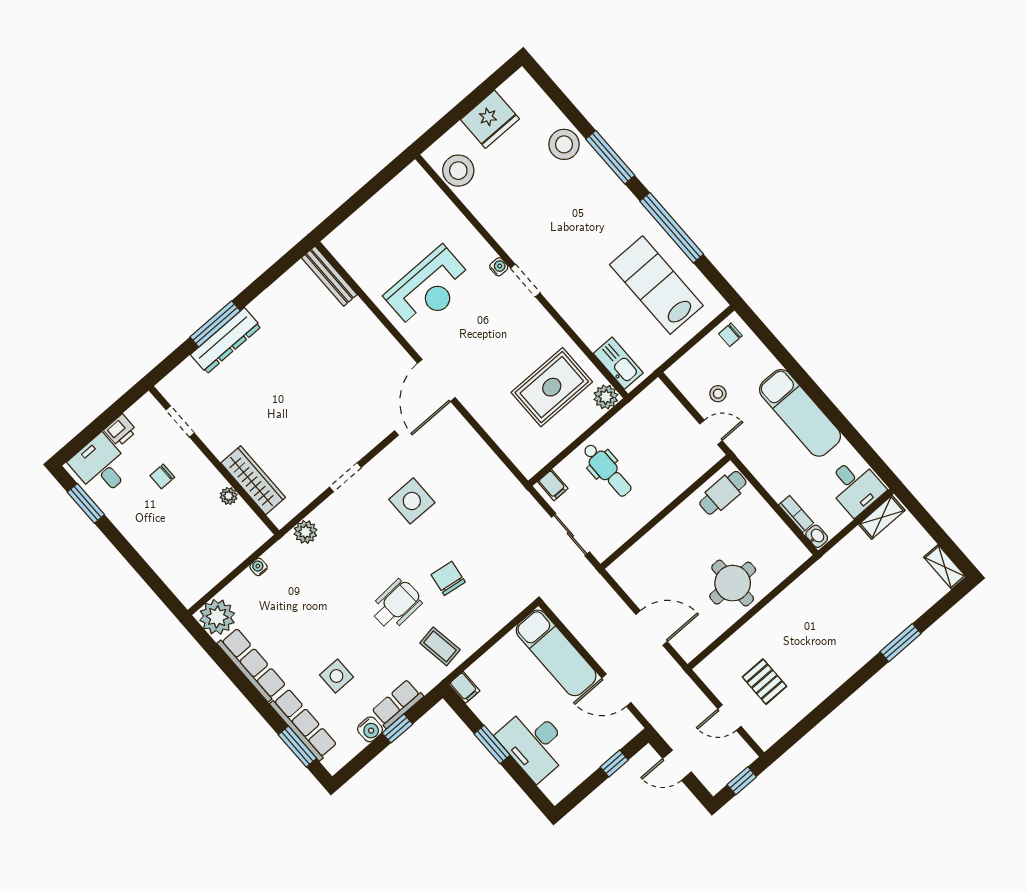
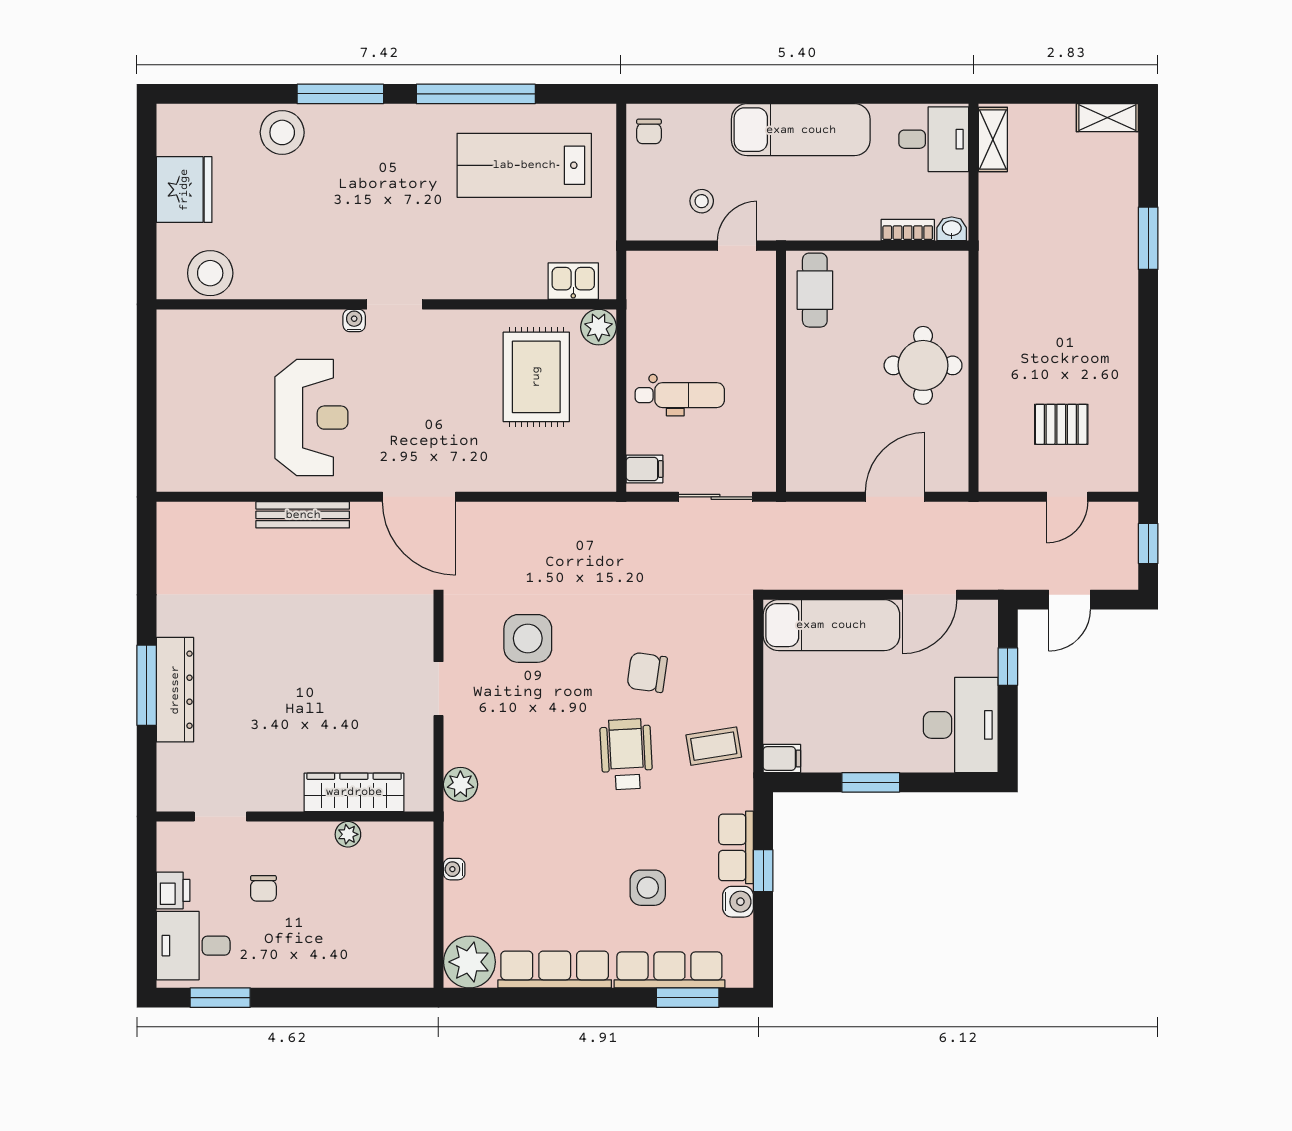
bench: (329, 276) -> (303, 515), moved
kitchen sink: (618, 363) -> (573, 281), width x0.73
desk: (534, 743) -> (961, 725), moved, turned -90

